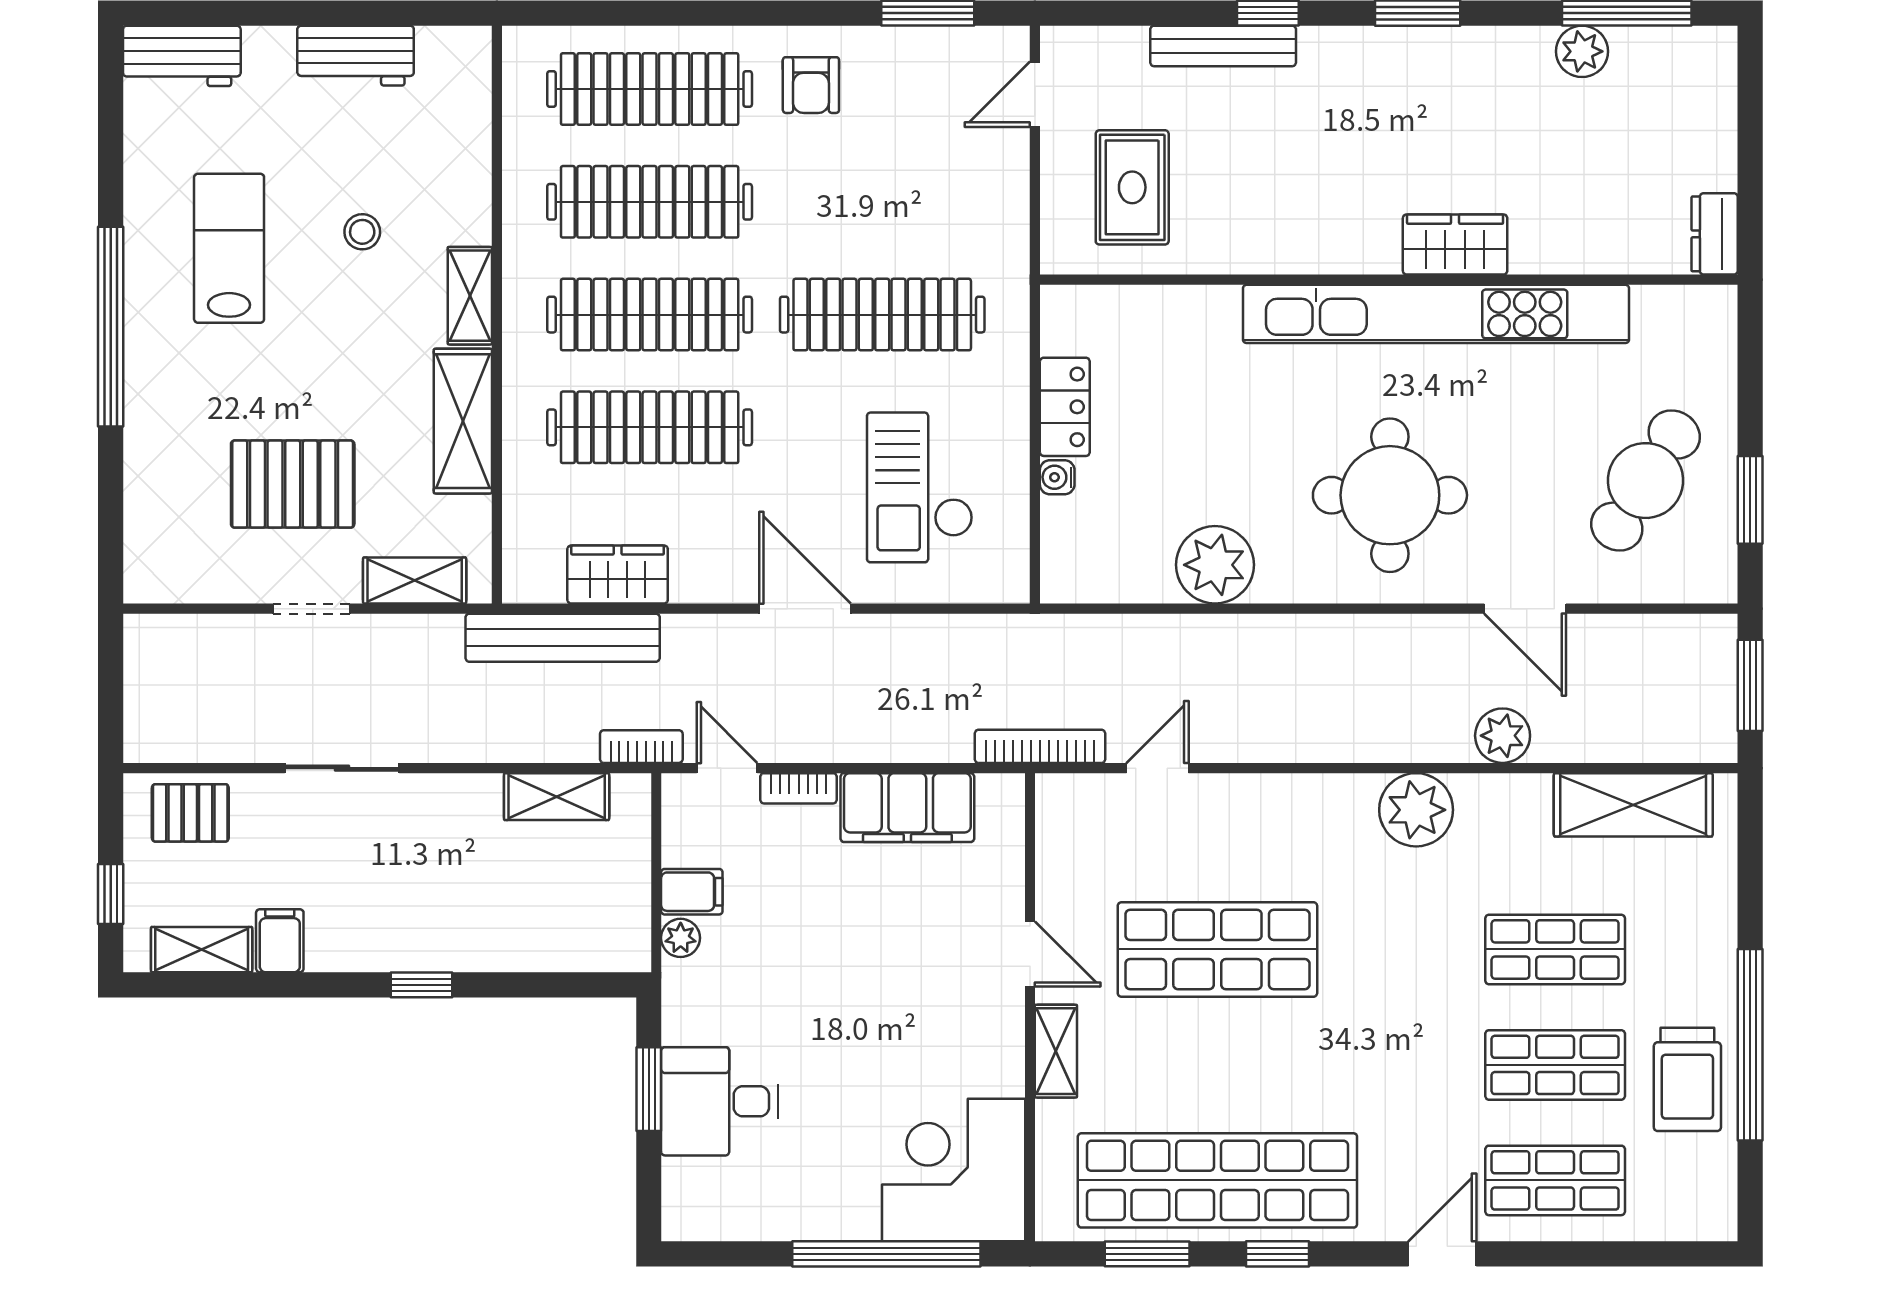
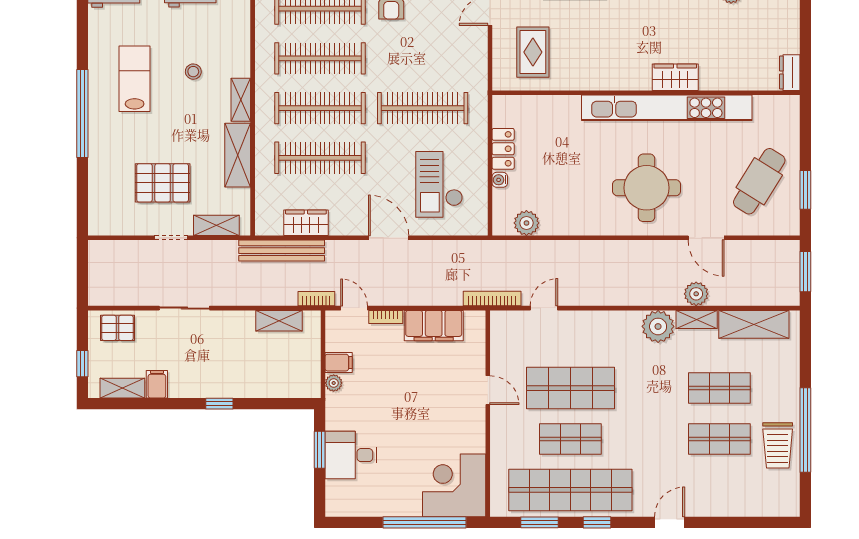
plant: (1215, 565) -> (526, 223), moved, width x0.73, depth x0.73
shelving: (1056, 1051) -> (697, 319), moved, turned 90
shop shelf: (1555, 1180) -> (570, 439), moved

